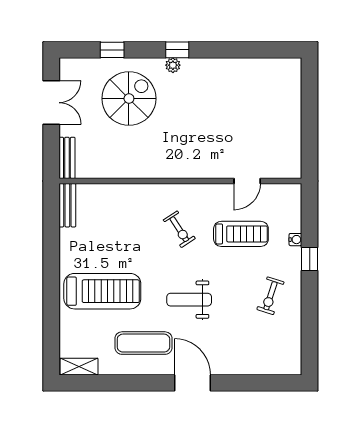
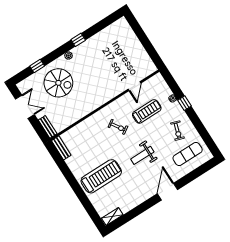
window: (177, 50) -> (78, 40), moved
spiral stairs: (129, 99) -> (58, 83), turned 90
exercise mat: (143, 343) -> (188, 154), moved
door: (192, 383) -> (167, 192), hinge flipped

